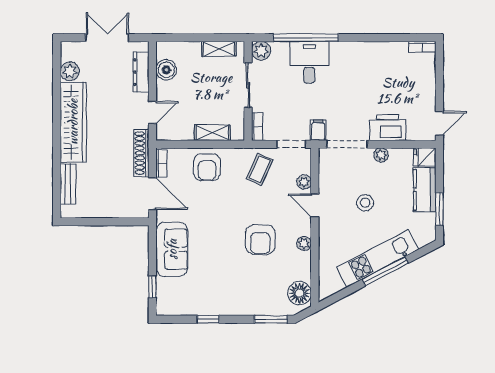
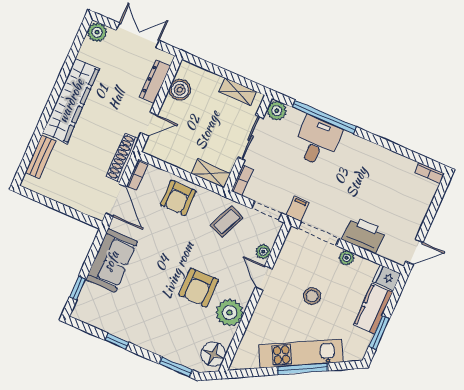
plant: (70, 71) -> (97, 32), moved
shelving: (212, 133) -> (211, 174), moved
plant: (304, 243) -> (230, 313), width x1.87, depth x1.87

